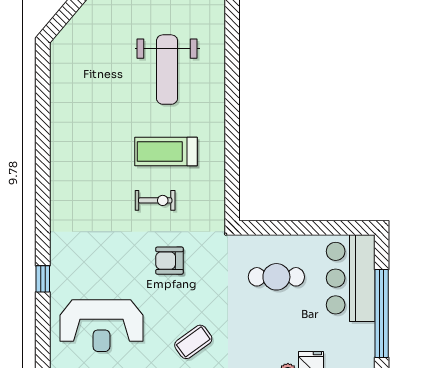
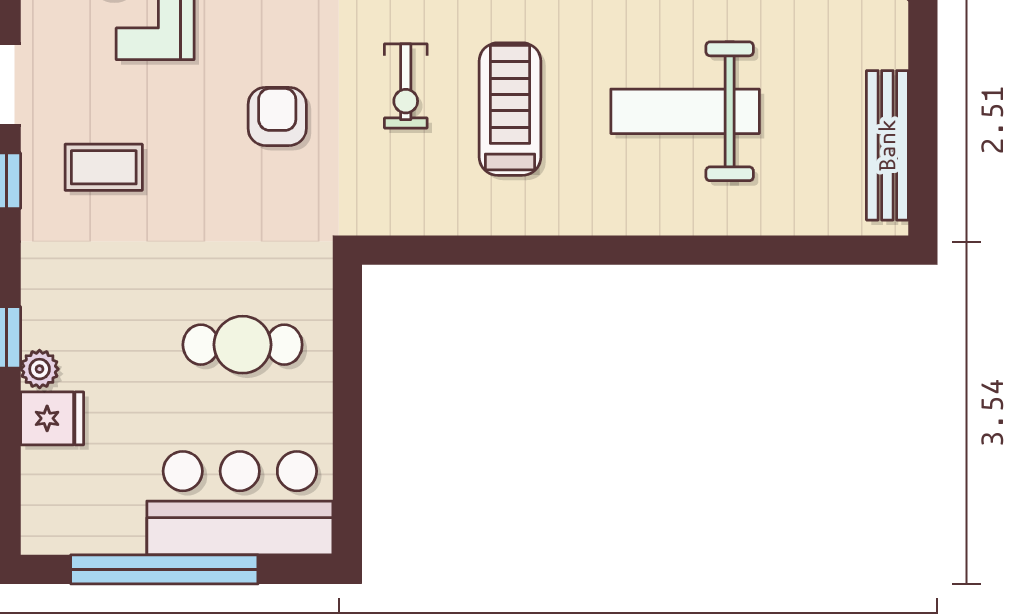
cafe table: (276, 277) -> (243, 345), turned 90
coffee table: (193, 342) -> (104, 167), turned -54

